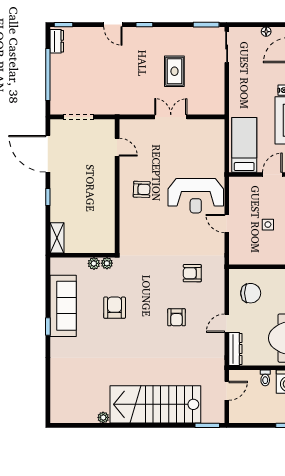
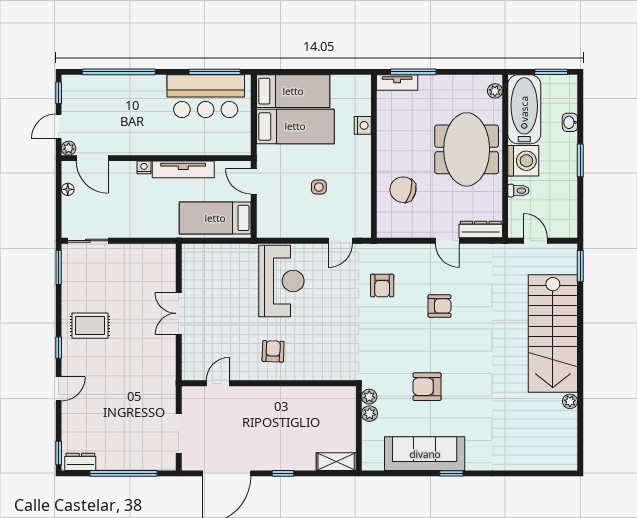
rug: (174, 71) -> (90, 326), moved
door: (227, 224) -> (340, 241), moved
chair: (251, 293) -> (403, 190), moved, turned -75

